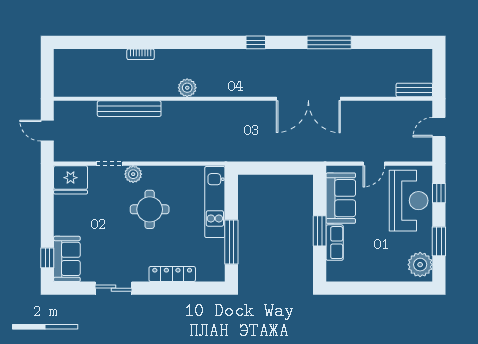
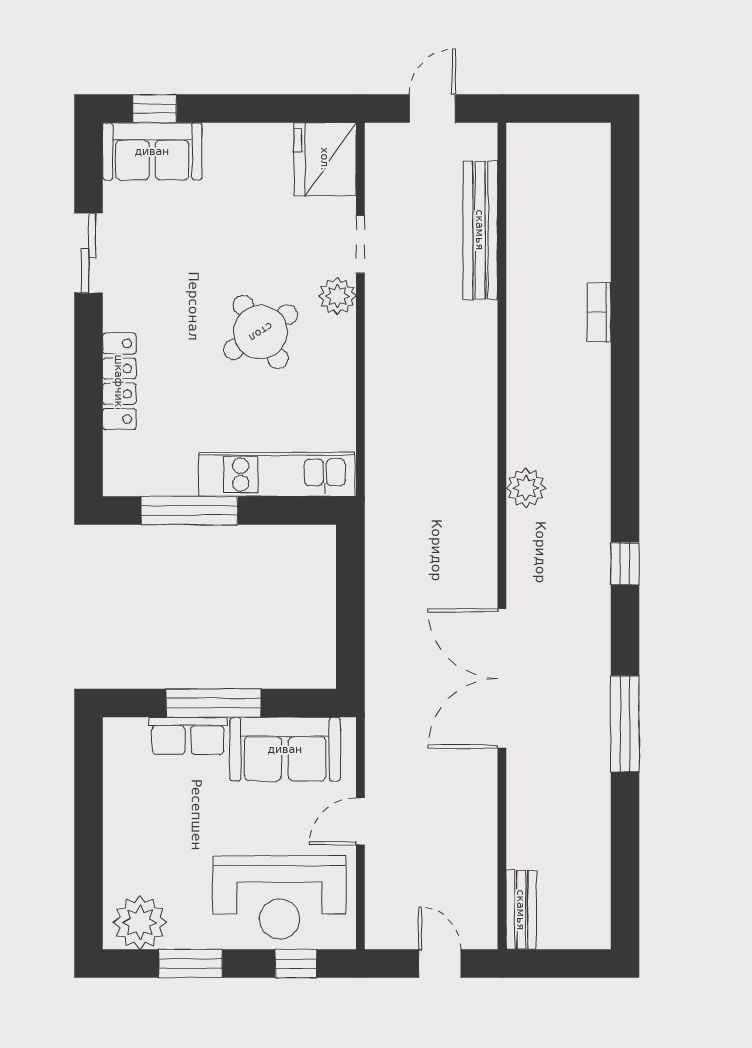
plant: (187, 88) -> (526, 488), moved
bench: (129, 109) -> (480, 230), moved
door: (374, 164) -> (360, 821), hinge flipped
round table: (150, 209) -> (261, 332), turned -33
window: (320, 231) -> (213, 703), width x1.44

